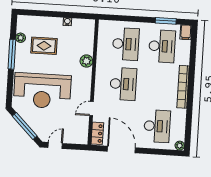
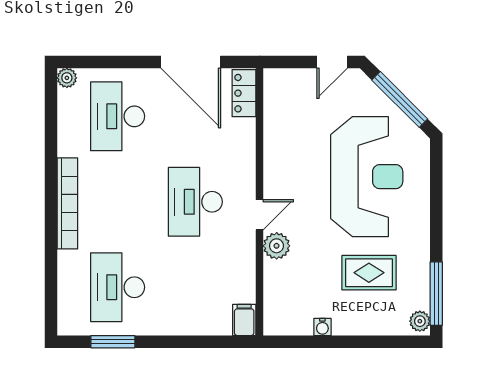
filing cabinet: (186, 32) -> (244, 320), moved
plant: (21, 38) -> (420, 321), moved
desk: (126, 44) -> (195, 287), removed
window: (12, 54) -> (436, 294), moved
reception desk: (42, 91) -> (367, 177), turned 90
door: (92, 108) -> (260, 215), moved

